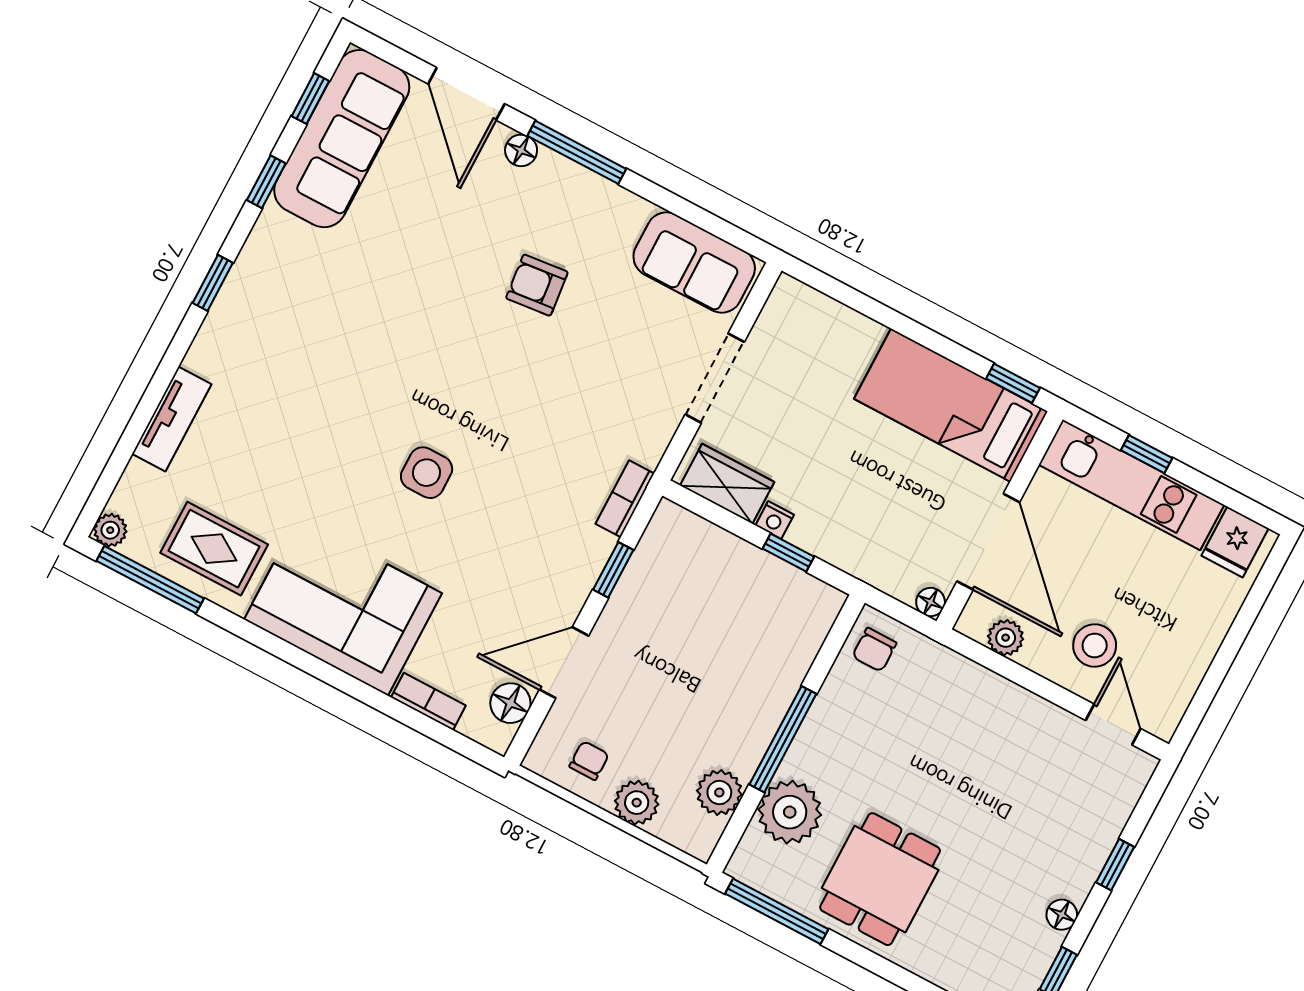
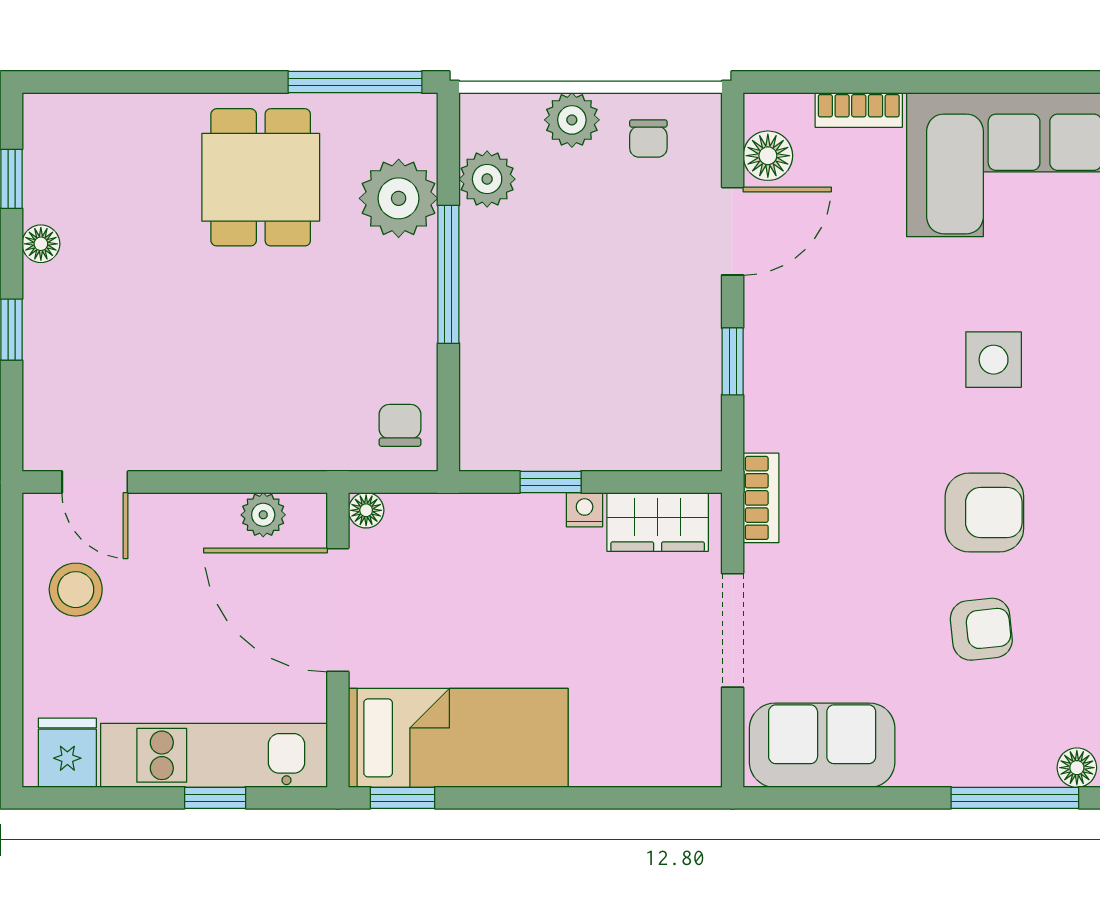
armchair: (491, 367) -> (984, 513), added
bookcase: (625, 499) -> (761, 498), moved
stool: (1095, 645) -> (76, 590), moved

